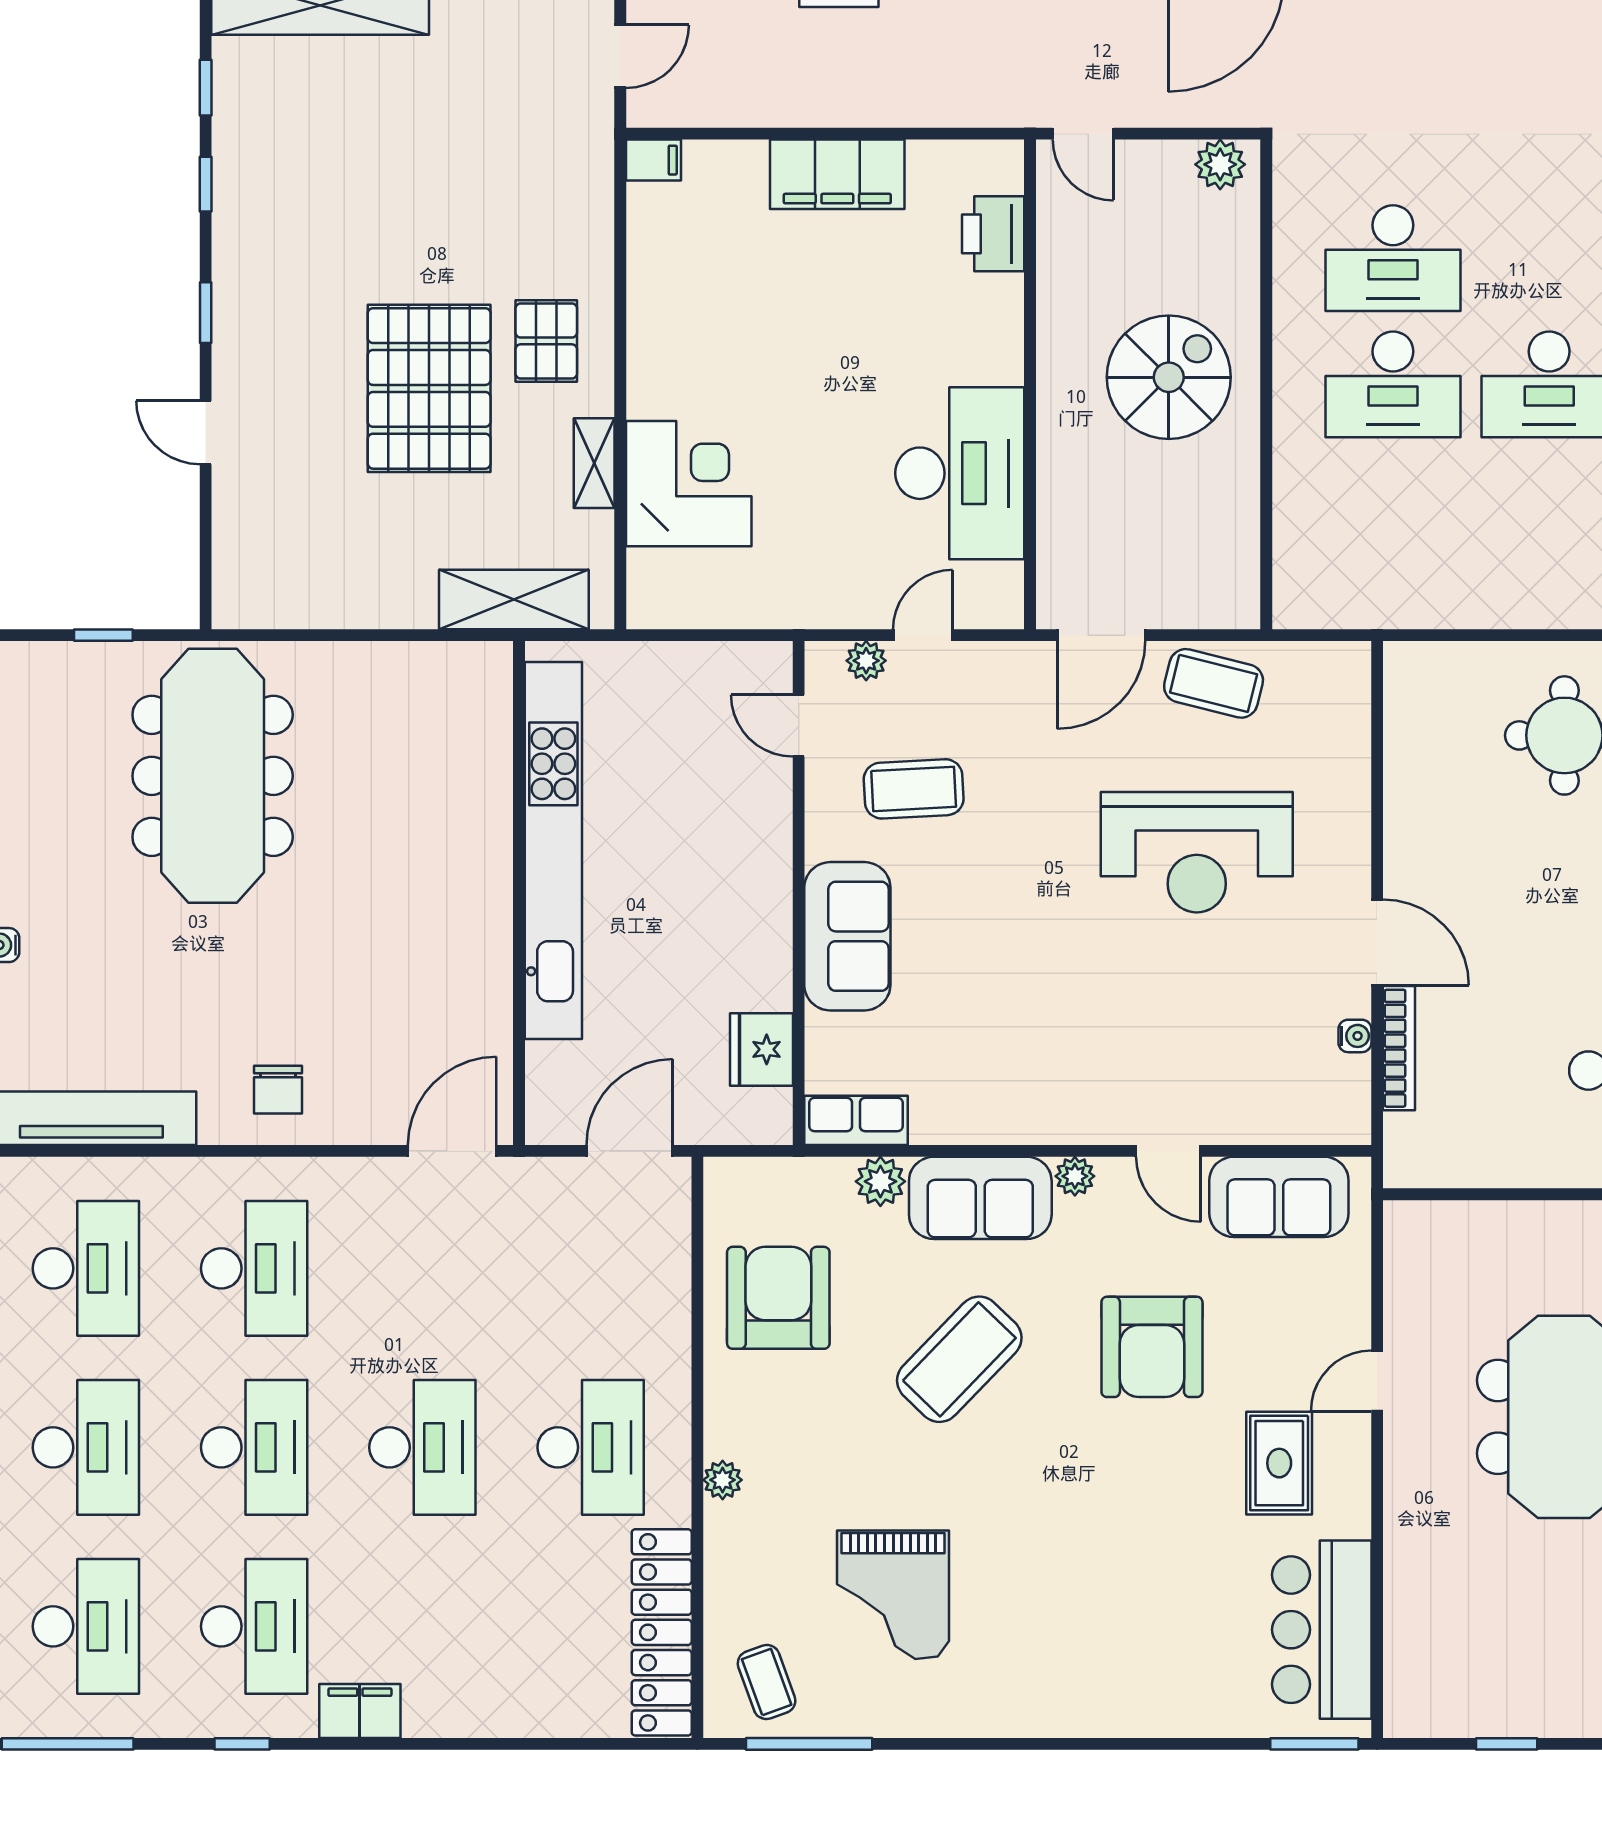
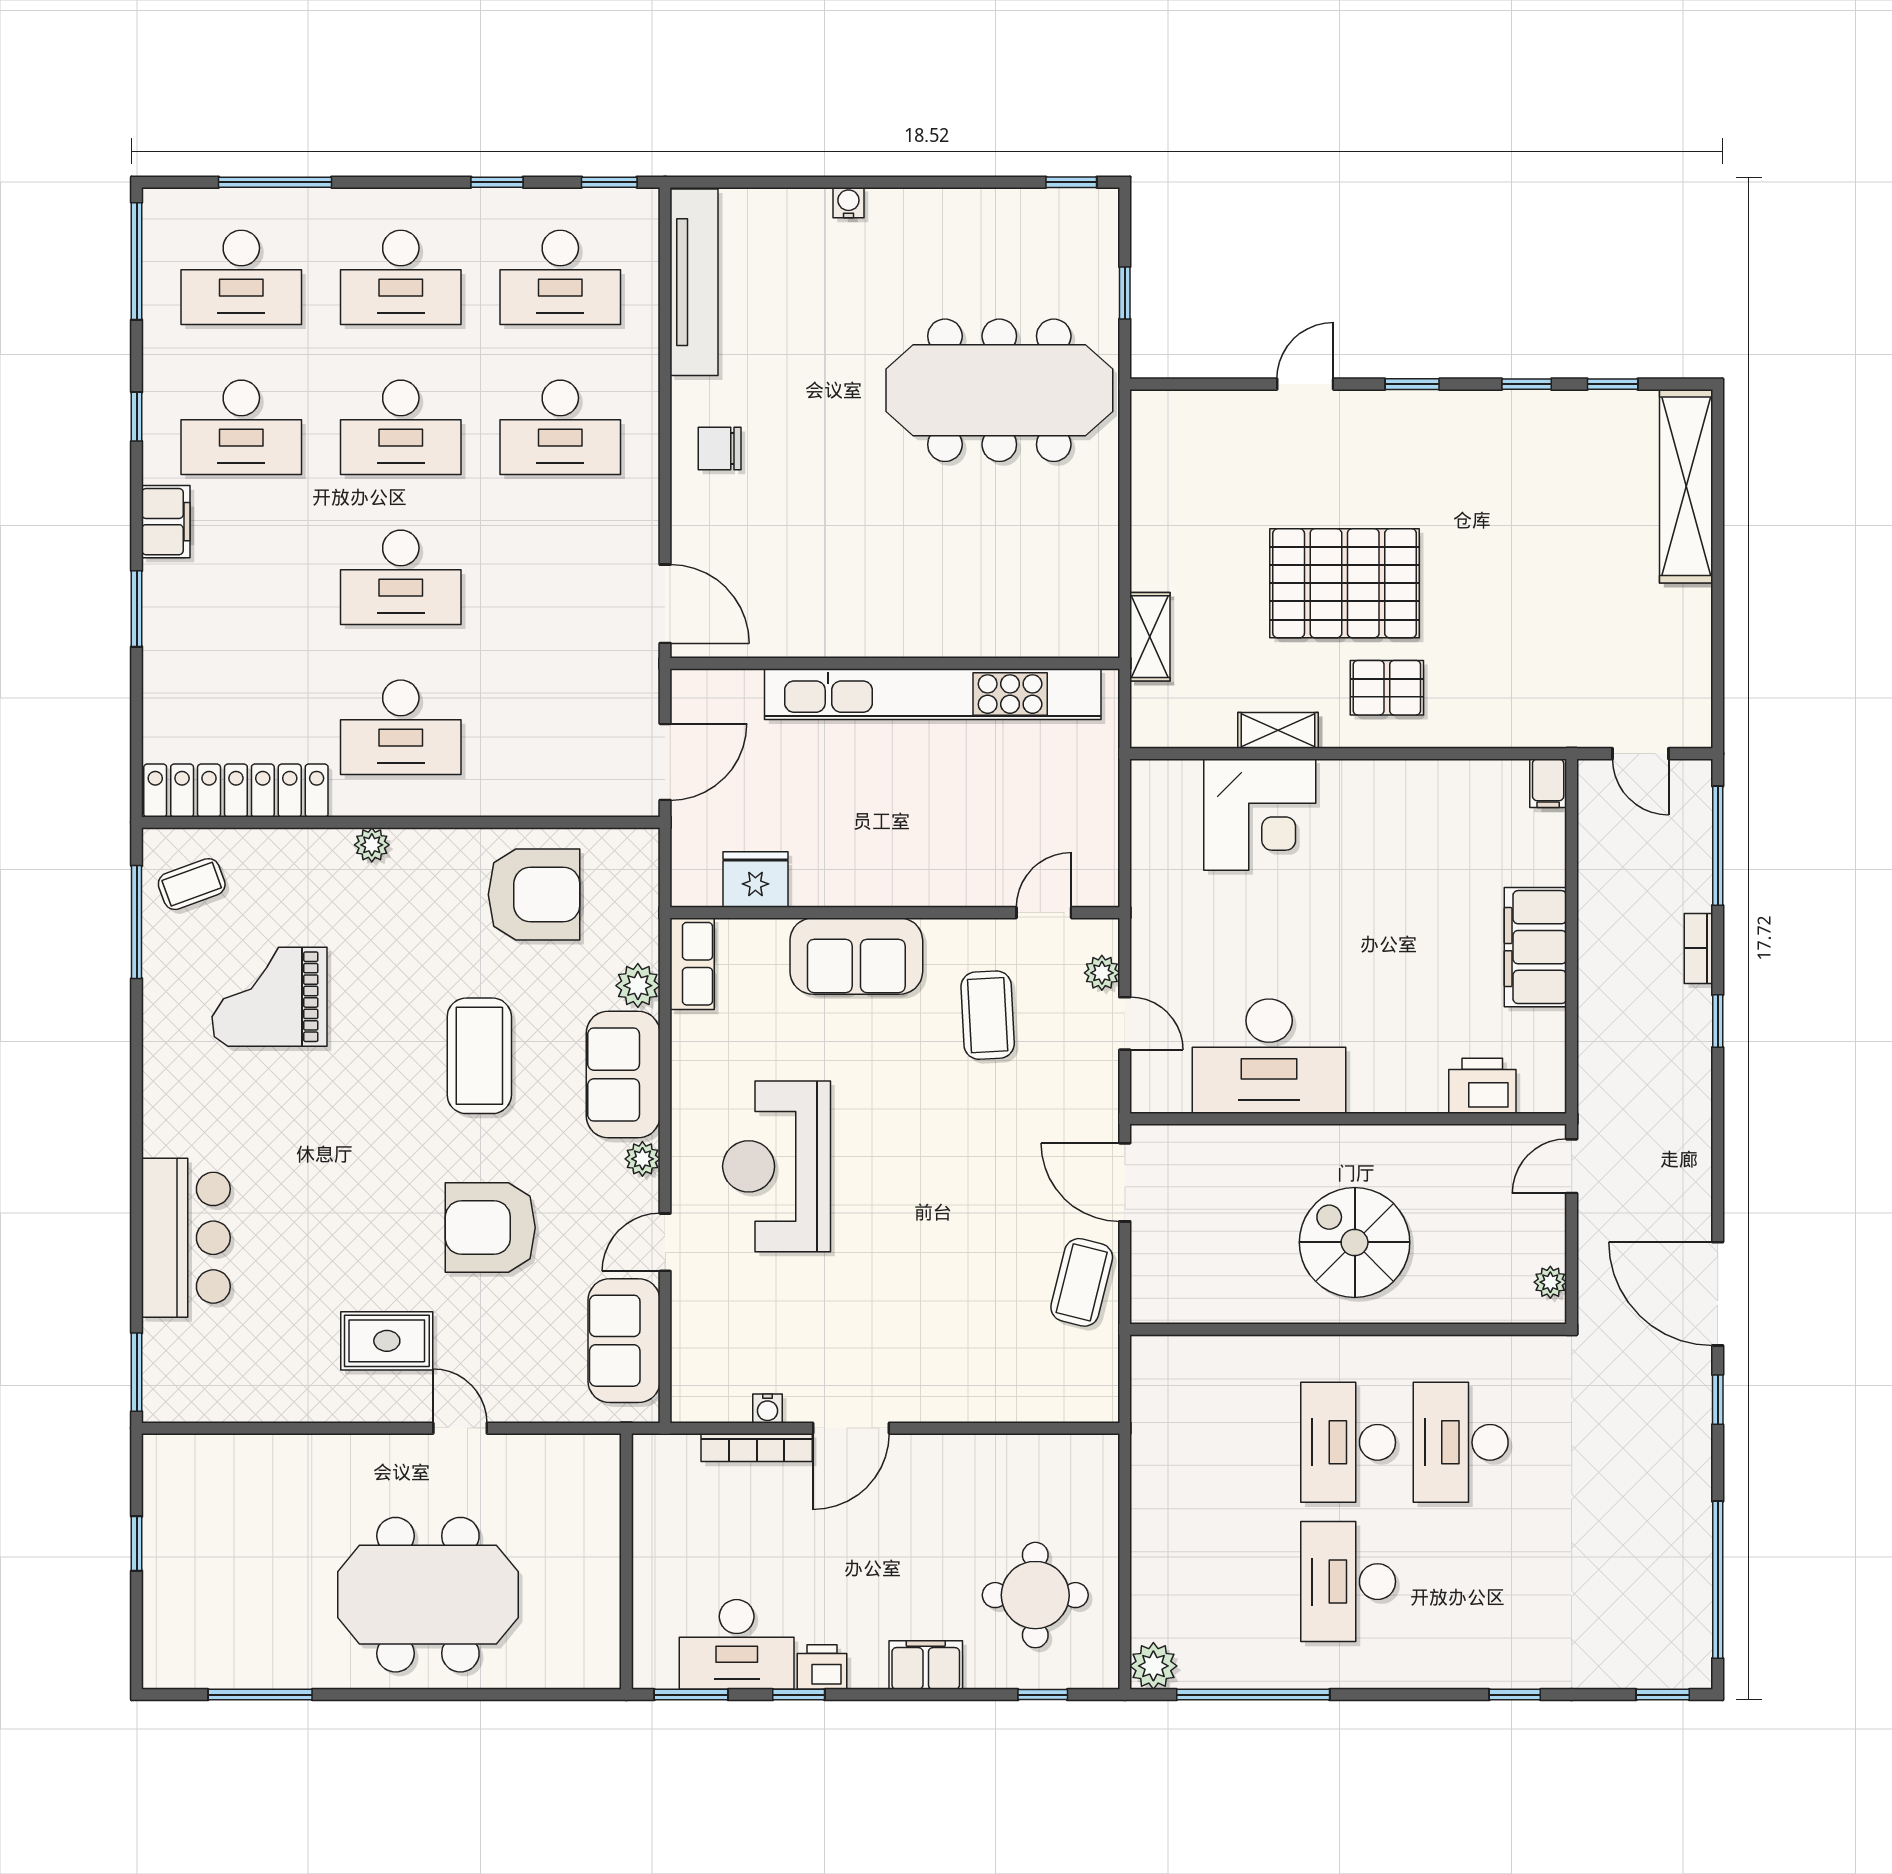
plant: (1220, 164) -> (1550, 1282), width x0.73, depth x0.73
spiral stairs: (1169, 377) -> (1355, 1242), turned 180
shelving: (514, 599) -> (1150, 637), width x0.67, depth x0.75
reception desk: (1197, 852) -> (777, 1166), moved
door: (630, 1151) -> (665, 762), hinge flipped
coffee table: (959, 1359) -> (479, 1056), turned 46
bar counter: (1322, 1630) -> (186, 1238), moved, turned 90
window: (457, 1744) -> (137, 609), added

